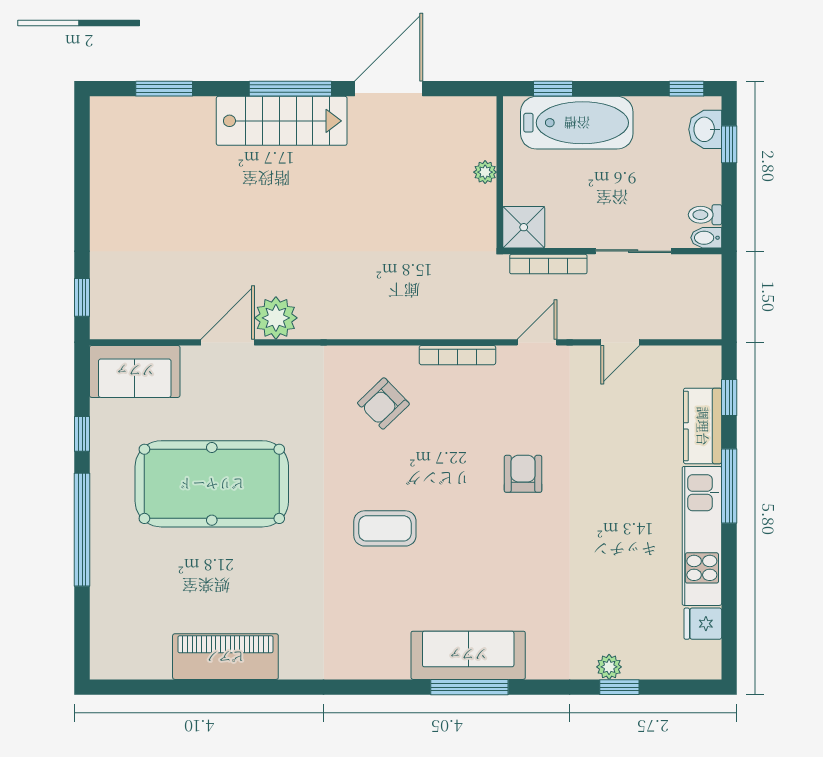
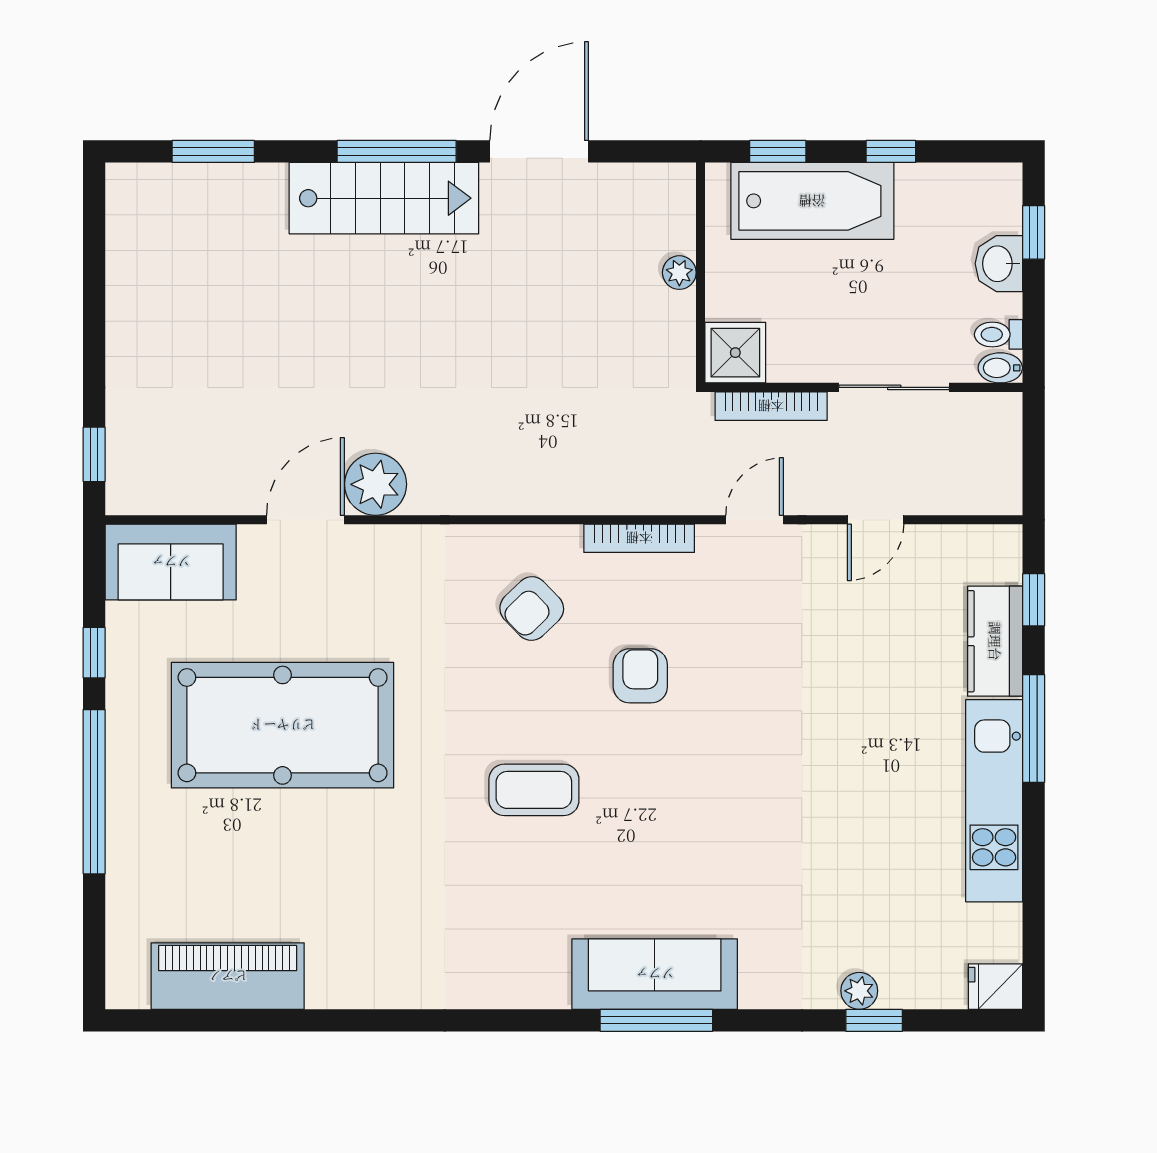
window: (686, 89) -> (891, 151), moved
washbasin: (705, 129) -> (999, 264), moved
armchair: (523, 474) -> (640, 676), moved
fridge: (703, 624) -> (995, 987), moved
piano: (225, 657) -> (228, 976), moved

